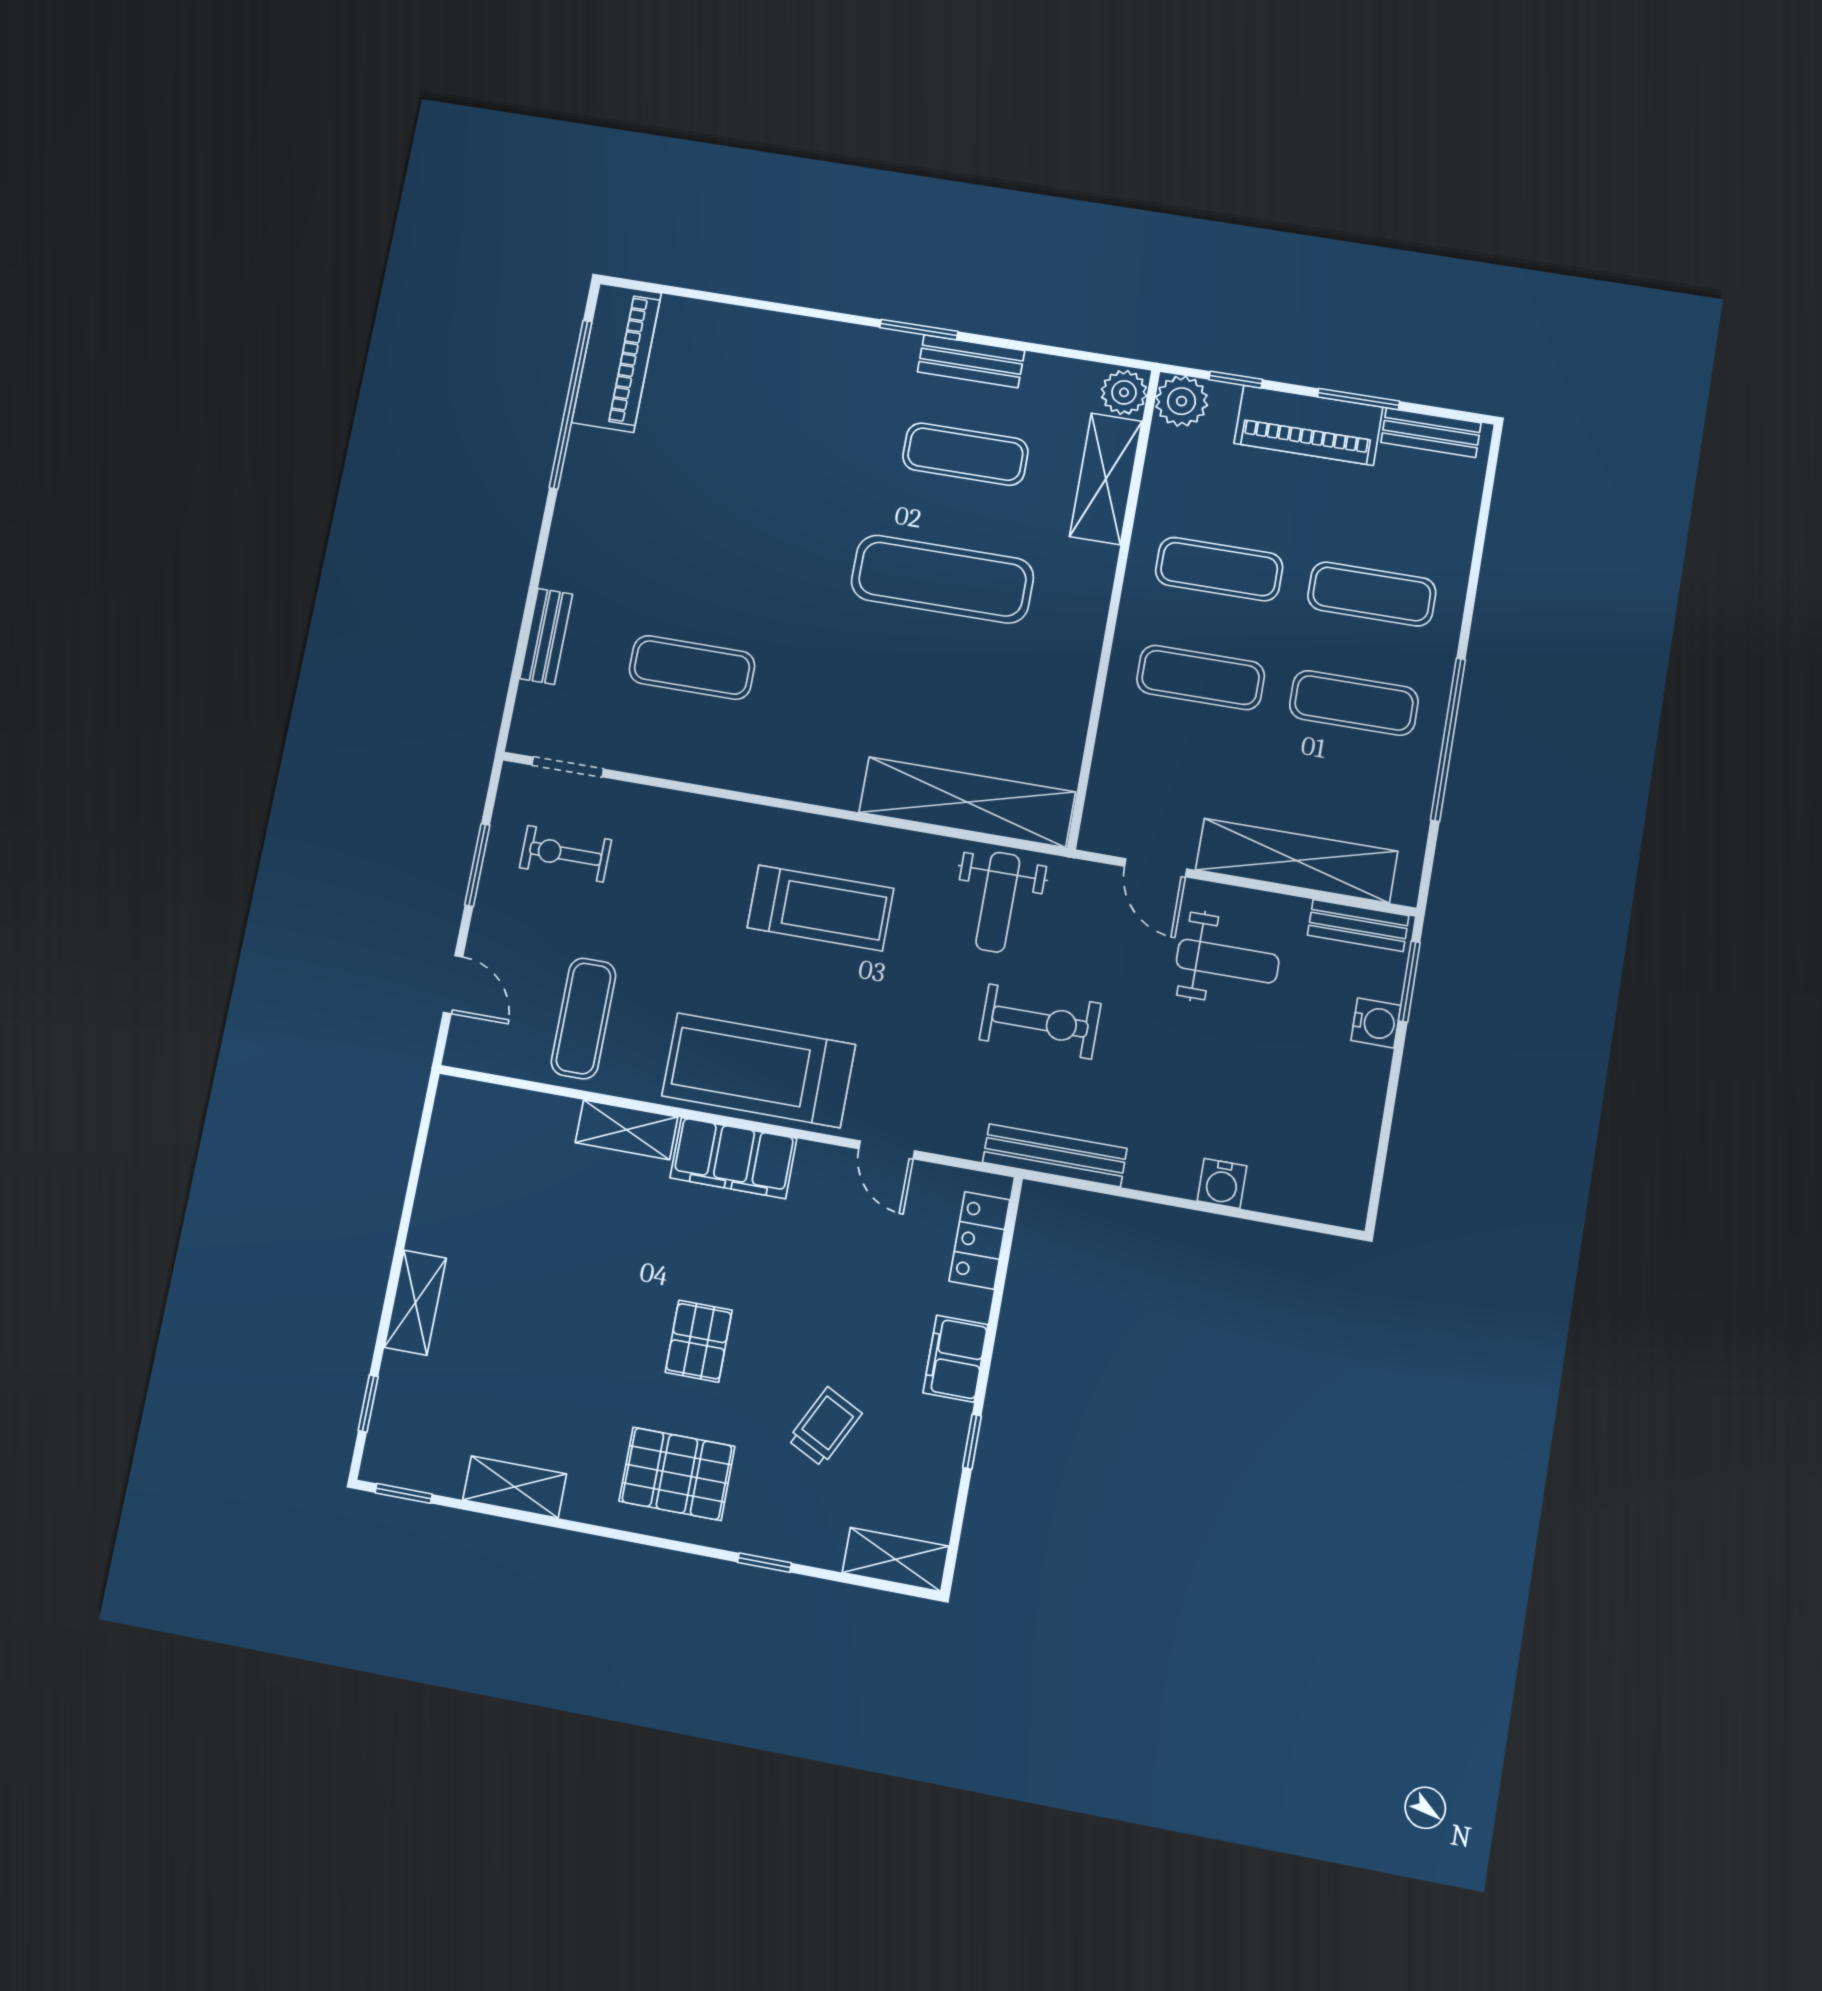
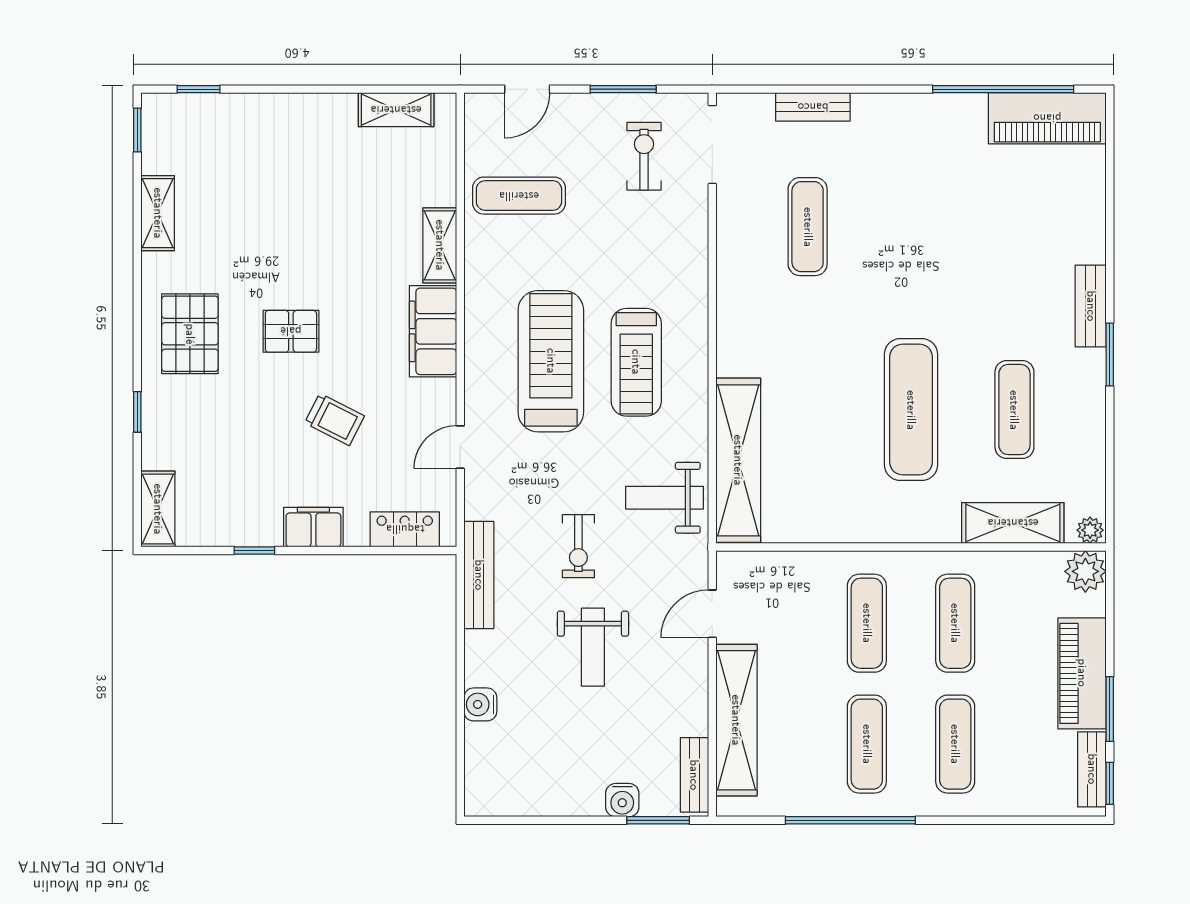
bench: (971, 361) -> (1091, 306), moved
window: (1236, 380) -> (1110, 783), moved
plant: (1124, 392) -> (1090, 530), width x0.73, depth x0.73
doorway: (568, 767) -> (712, 145), width x1.38
weight bench: (1228, 961) -> (593, 647), moved
exercise bike: (1040, 1022) -> (578, 546), width x0.73, depth x0.72
treadmill: (759, 1070) -> (551, 361), moved
shelving: (415, 1303) -> (396, 110), moved
trolley: (825, 1427) -> (335, 419), moved

